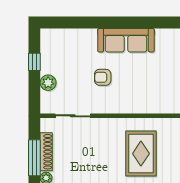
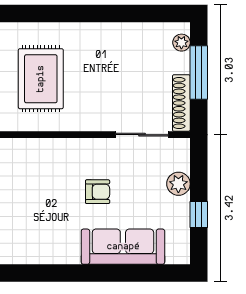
sofa: (126, 40) -> (123, 247), moved
shoe rack: (46, 152) -> (181, 103), moved

